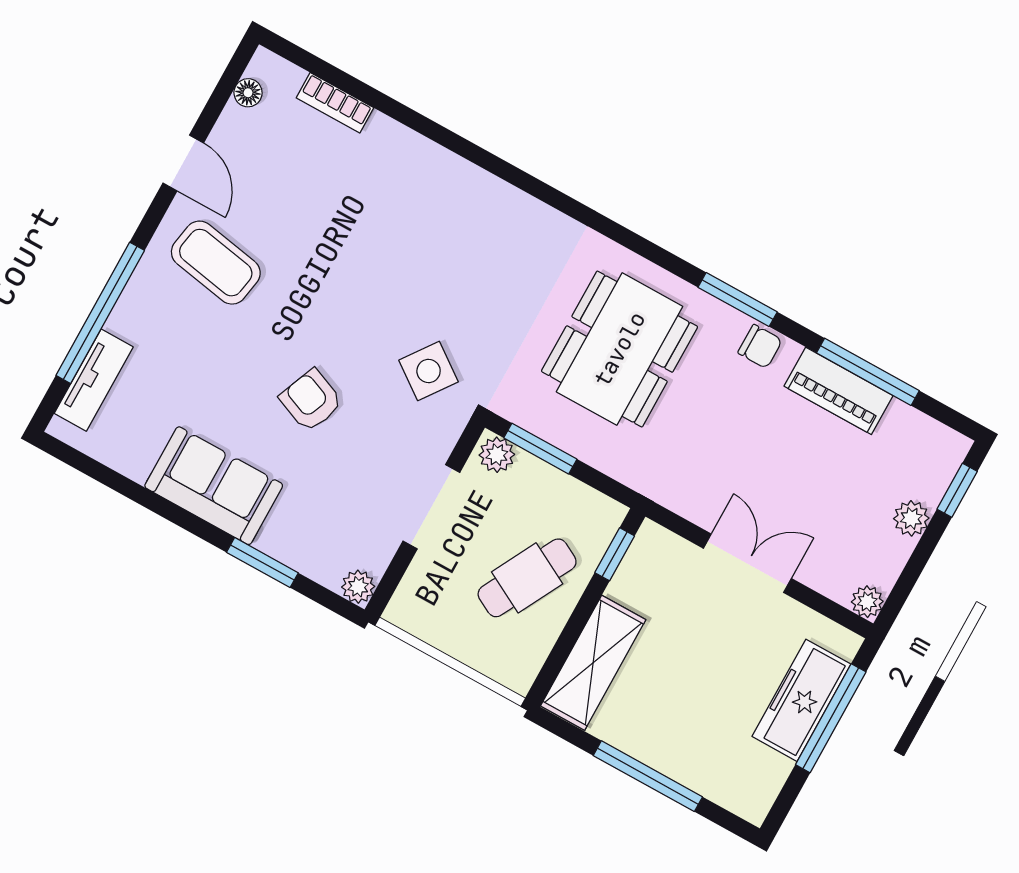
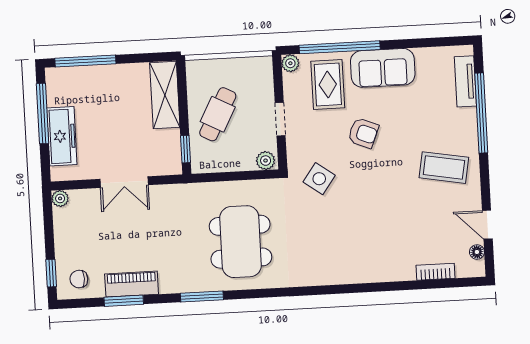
door: (183, 163) -> (487, 225), moved
chair: (760, 346) -> (79, 279), moved
window: (868, 372) -> (124, 301), width x0.69
window: (540, 449) -> (248, 175), removed
doorway: (431, 507) -> (280, 119), width x0.73
rug: (319, 514) -> (328, 85), added
plant: (911, 518) -> (64, 248), removed
window: (262, 563) -> (340, 47), width x2.11
window: (831, 718) -> (43, 114), moved
window: (648, 776) -> (85, 61), moved

